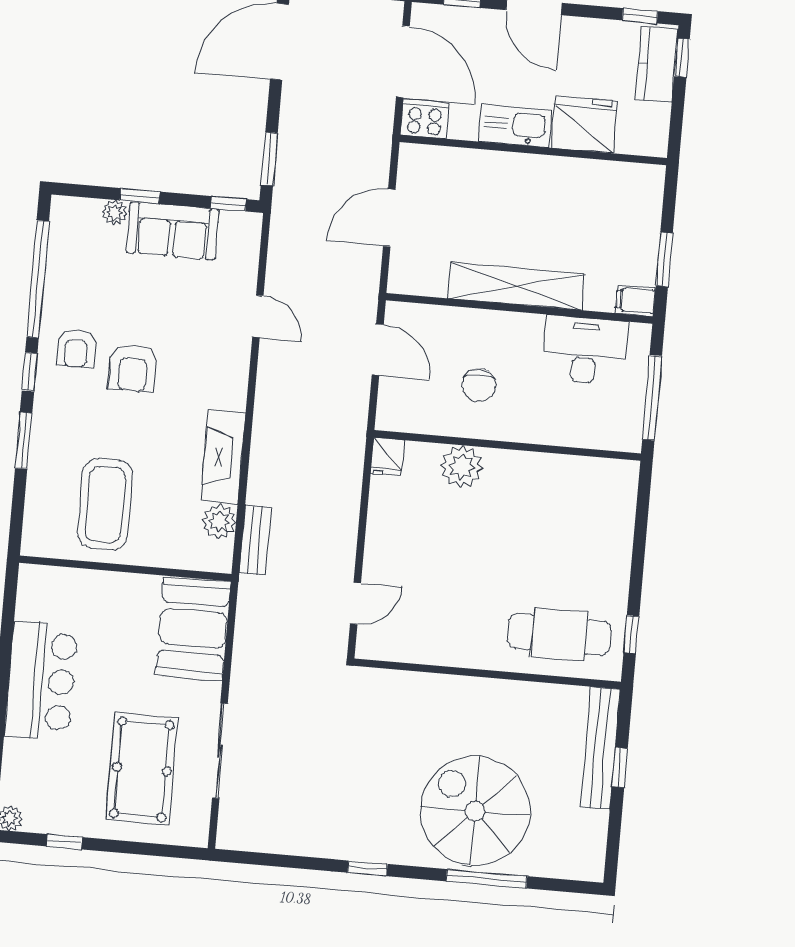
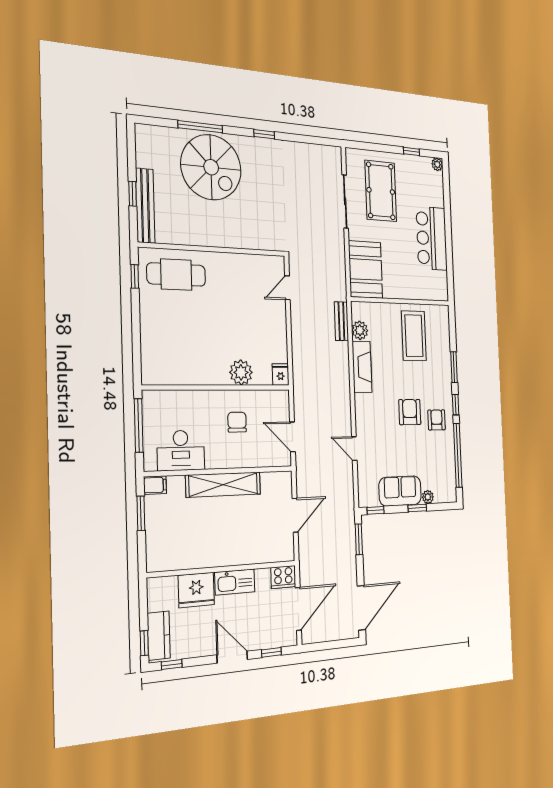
door: (403, 62) -> (298, 609), swing flipped

